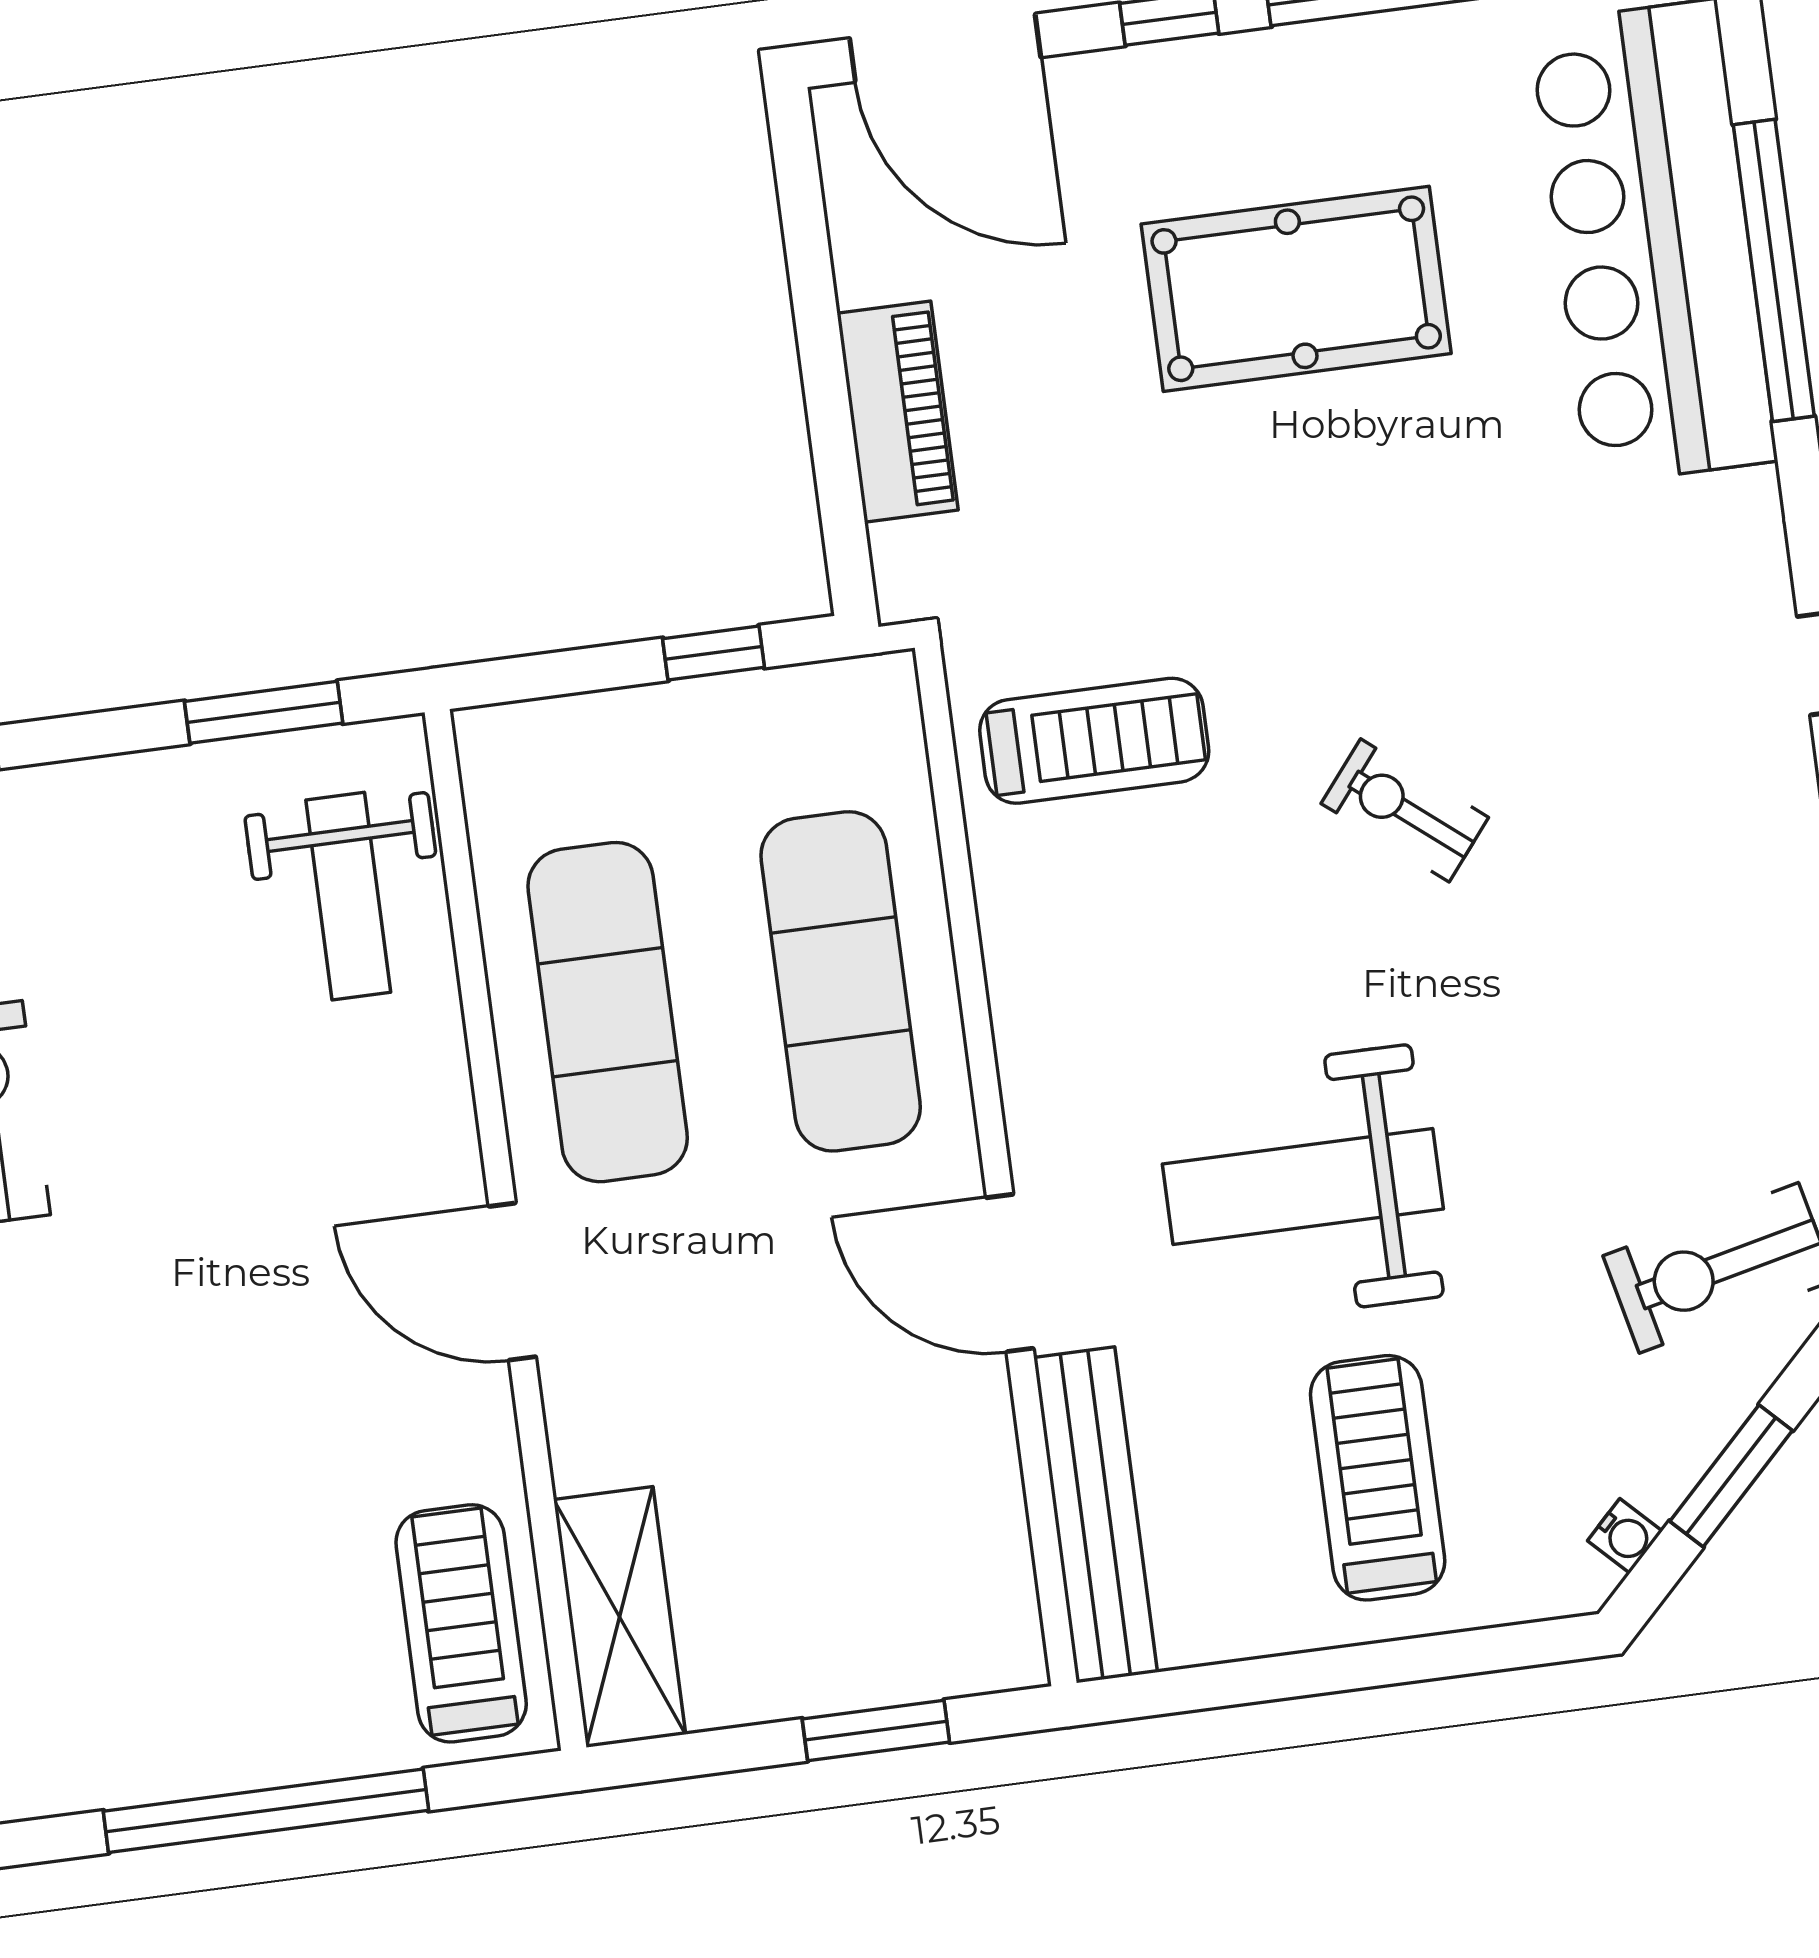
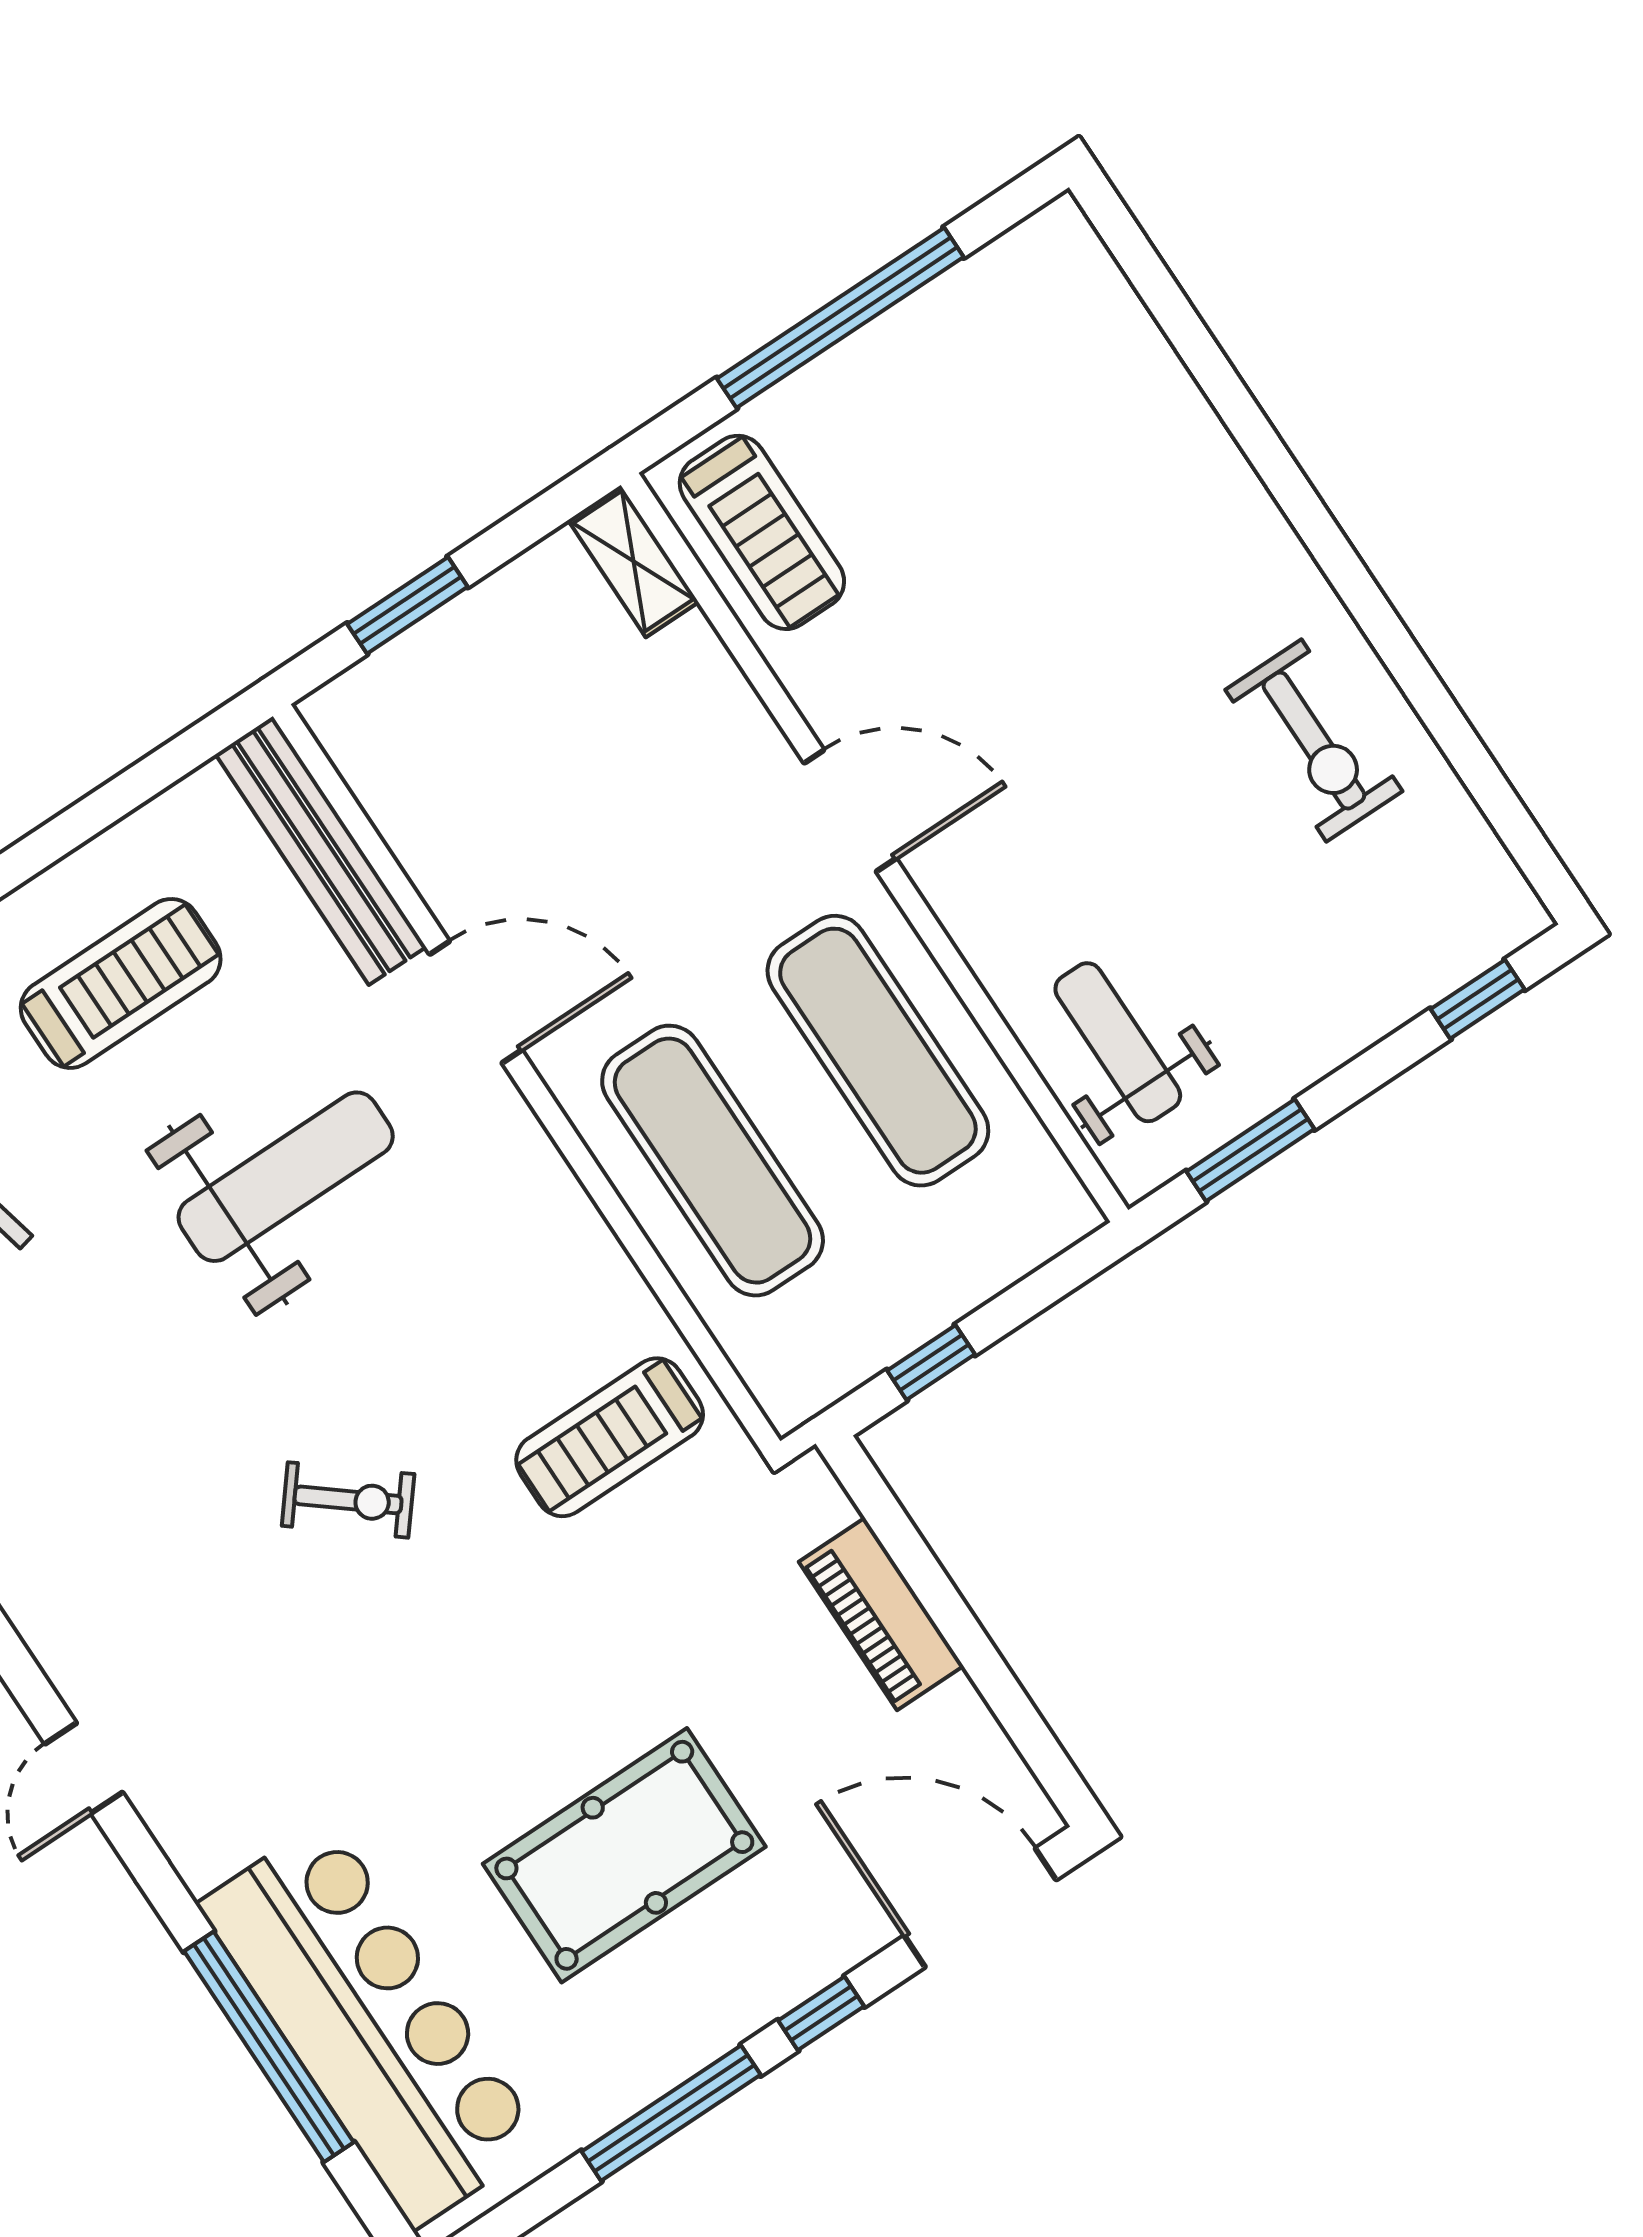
treadmill: (1378, 1478) -> (121, 983), turned -90
shelving: (620, 1617) -> (633, 561), width x0.67, depth x0.75

